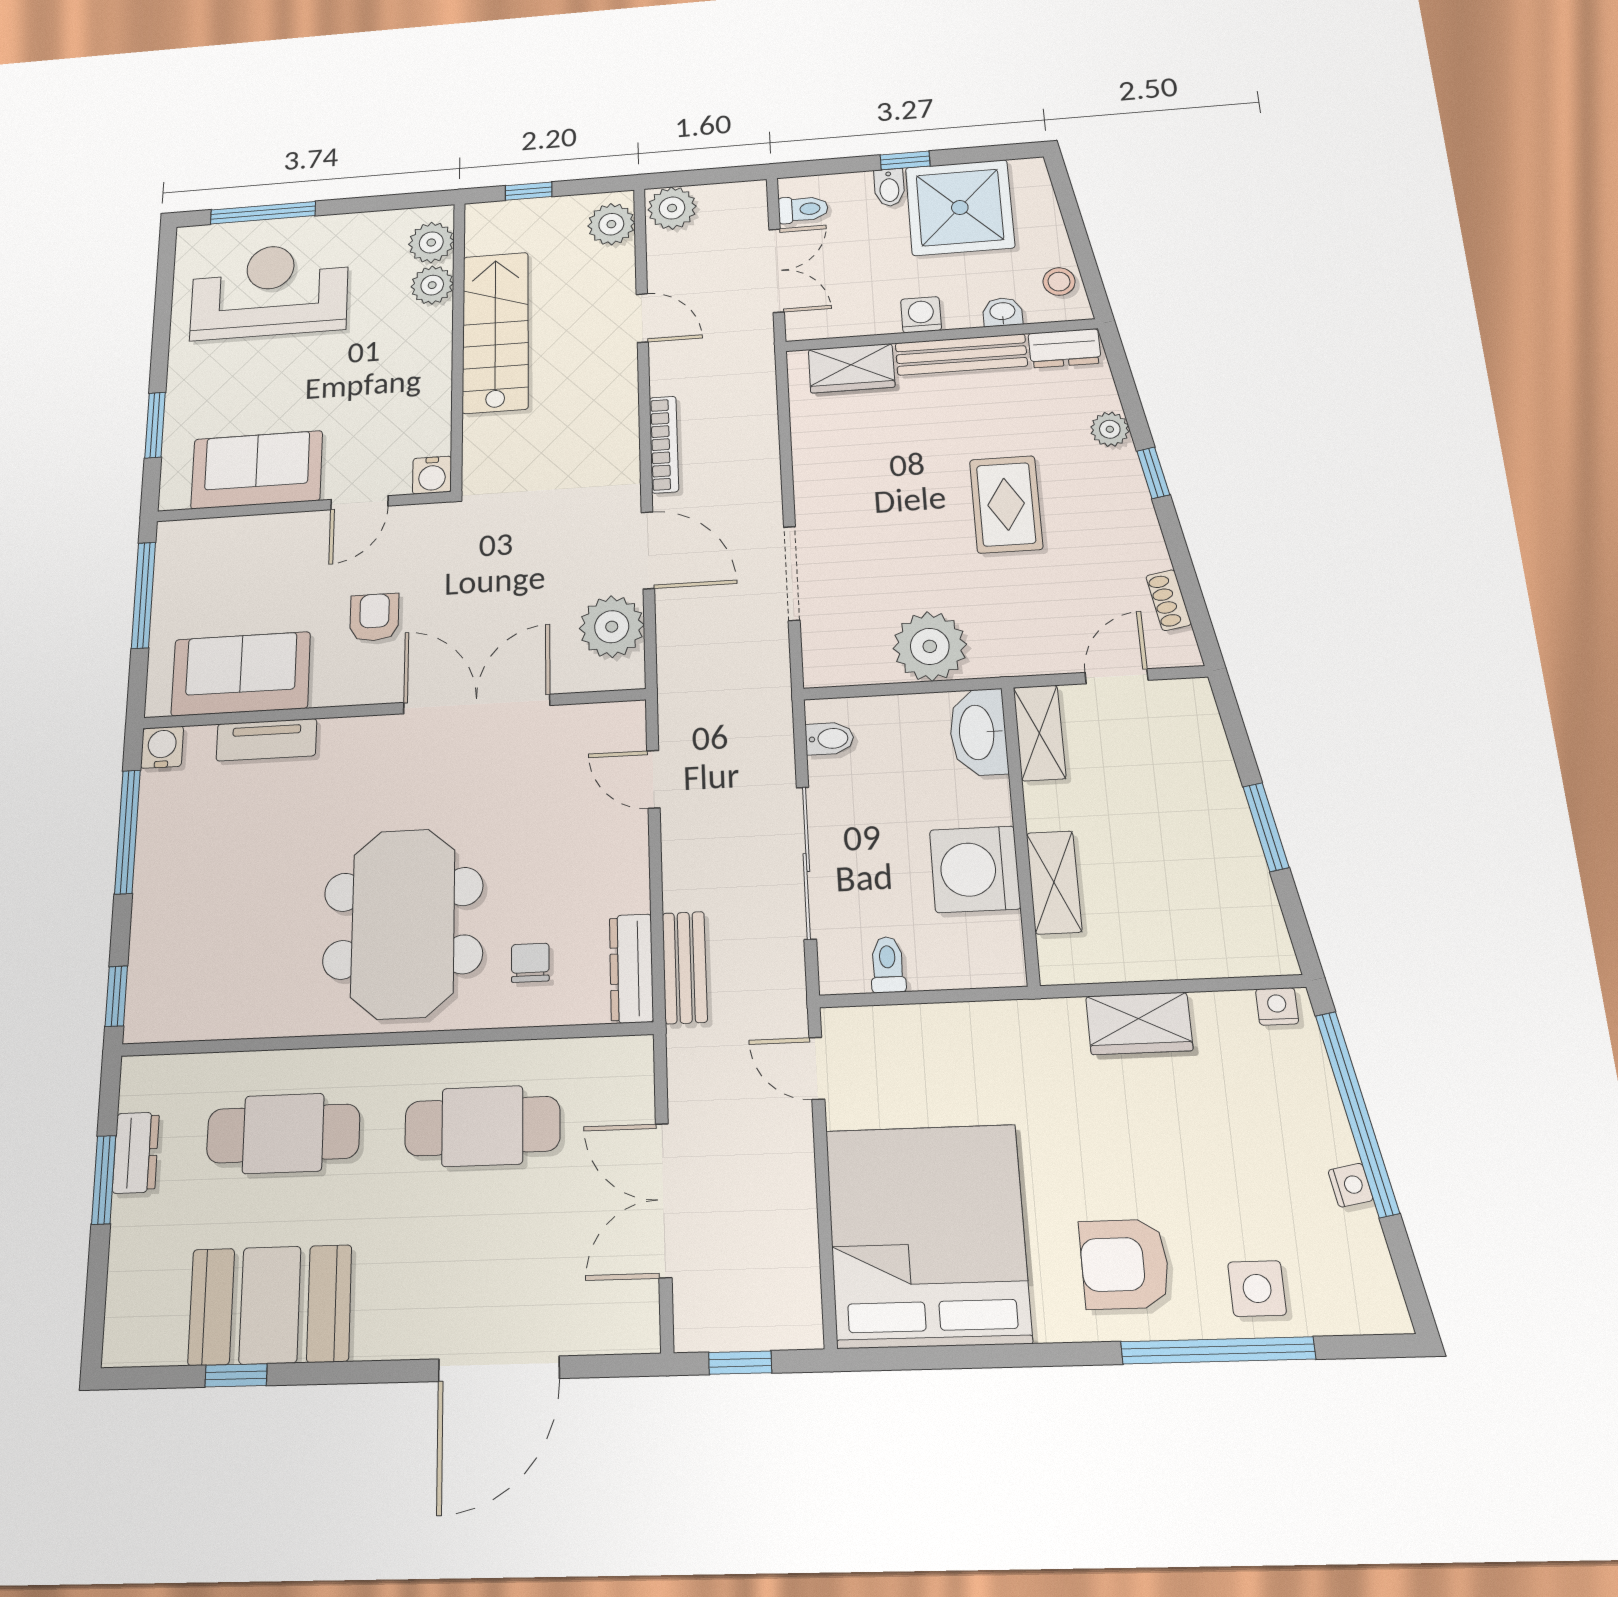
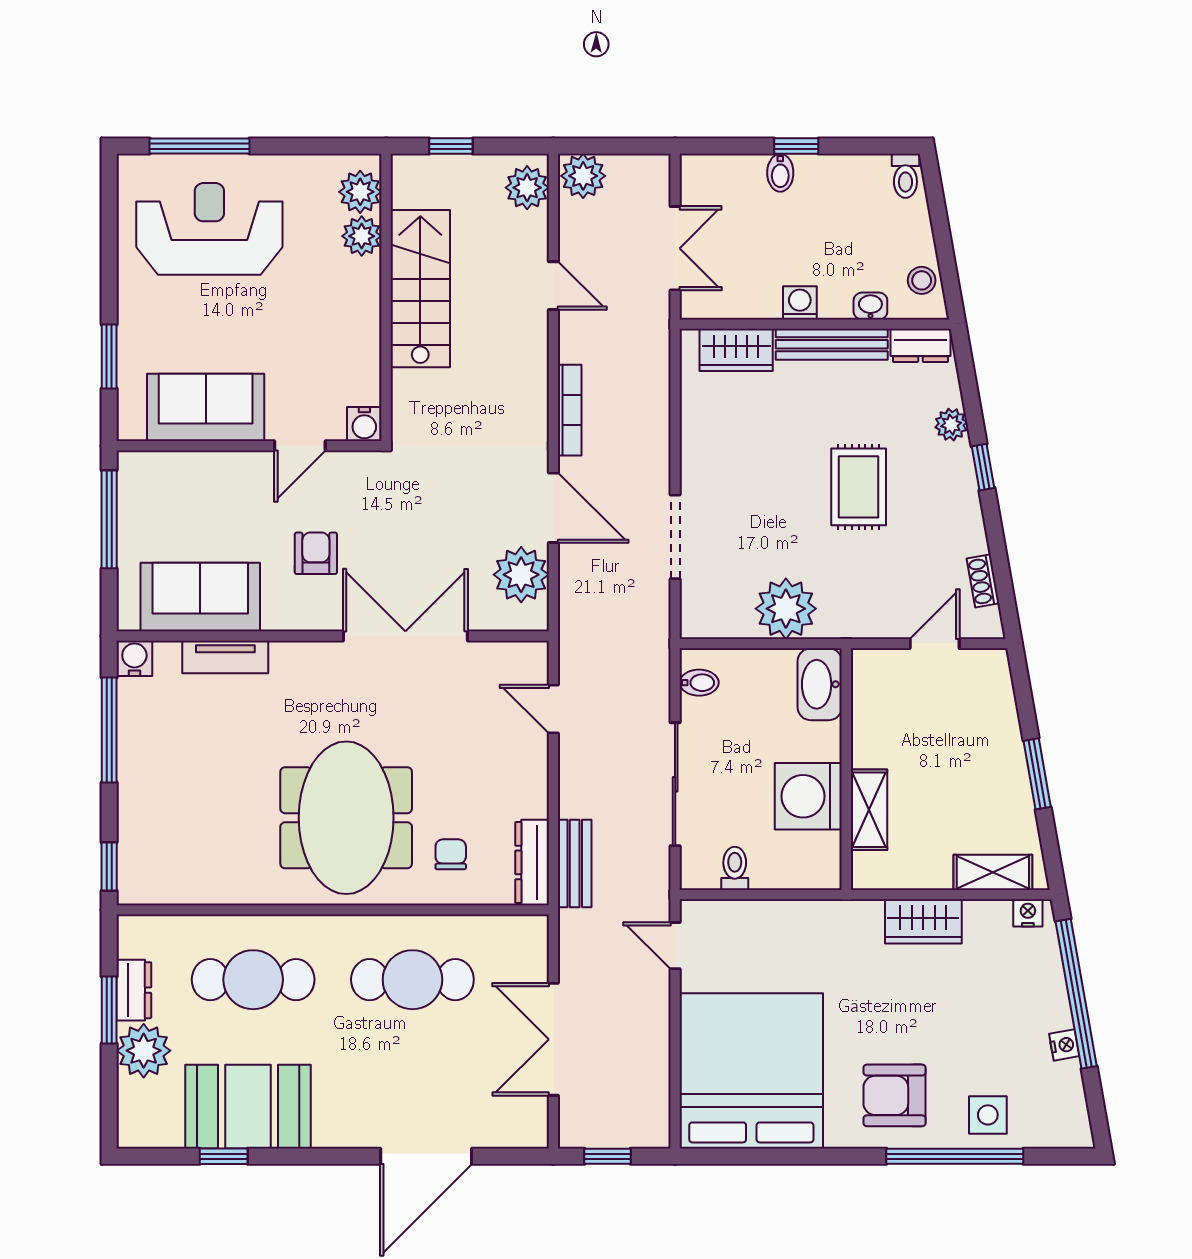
shower: (960, 208) -> (841, 199), removed
toilet: (803, 209) -> (905, 176), moved, turned 90
shelving: (1039, 733) -> (993, 872), moved, turned 90
plant: (143, 1233) -> (144, 1051), added

